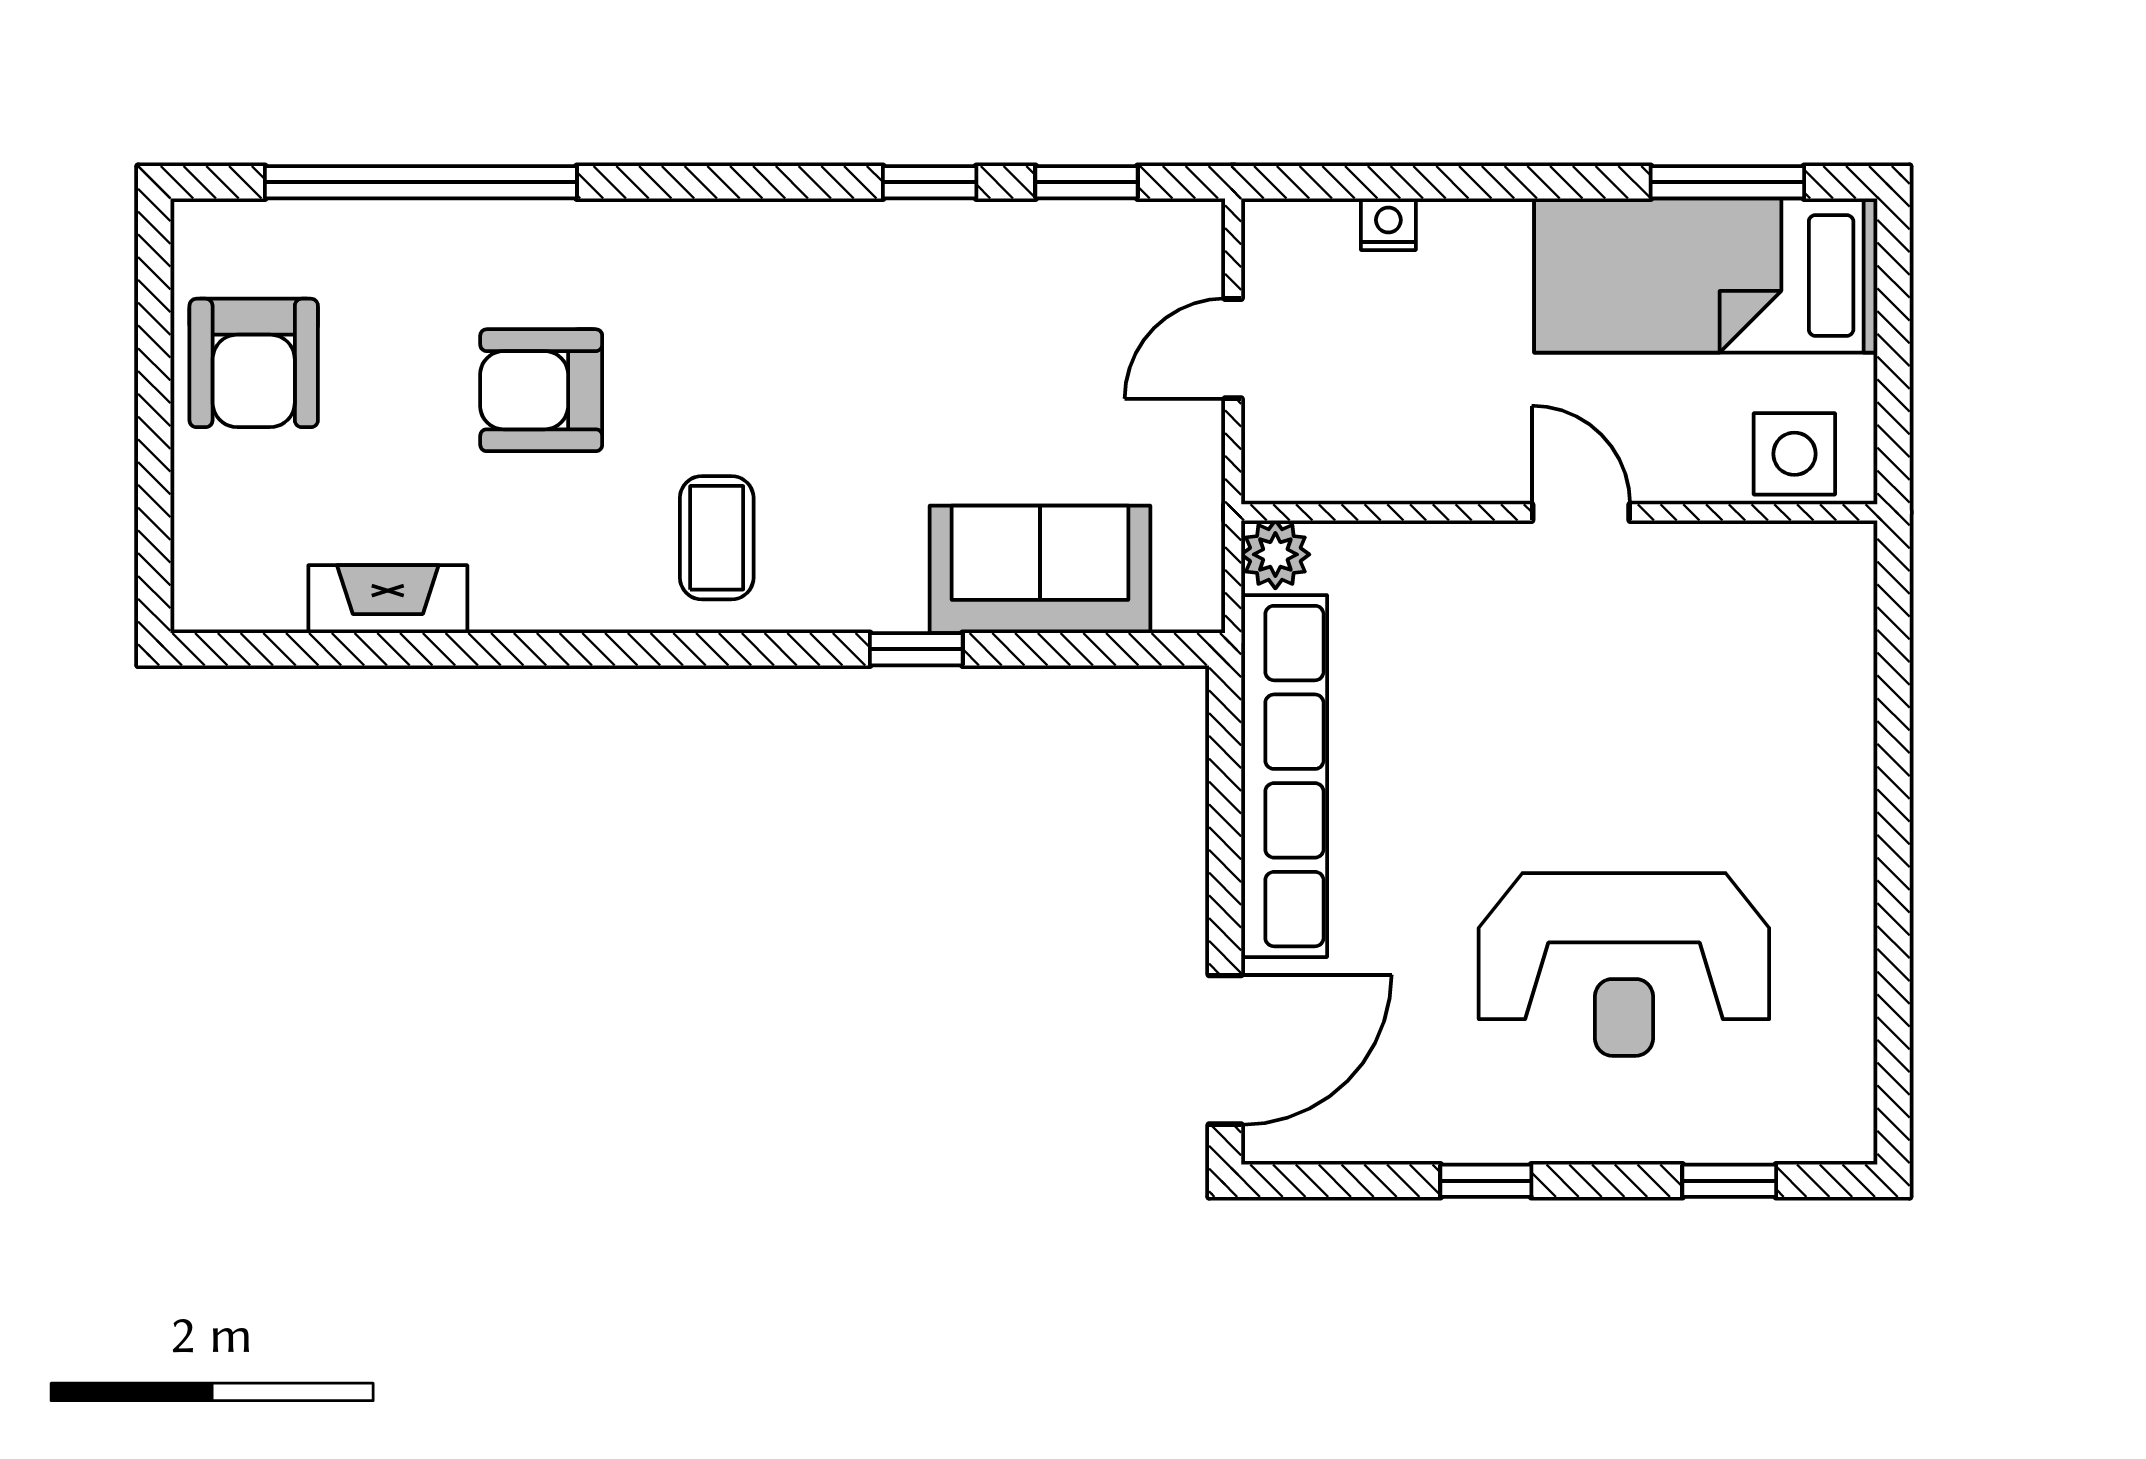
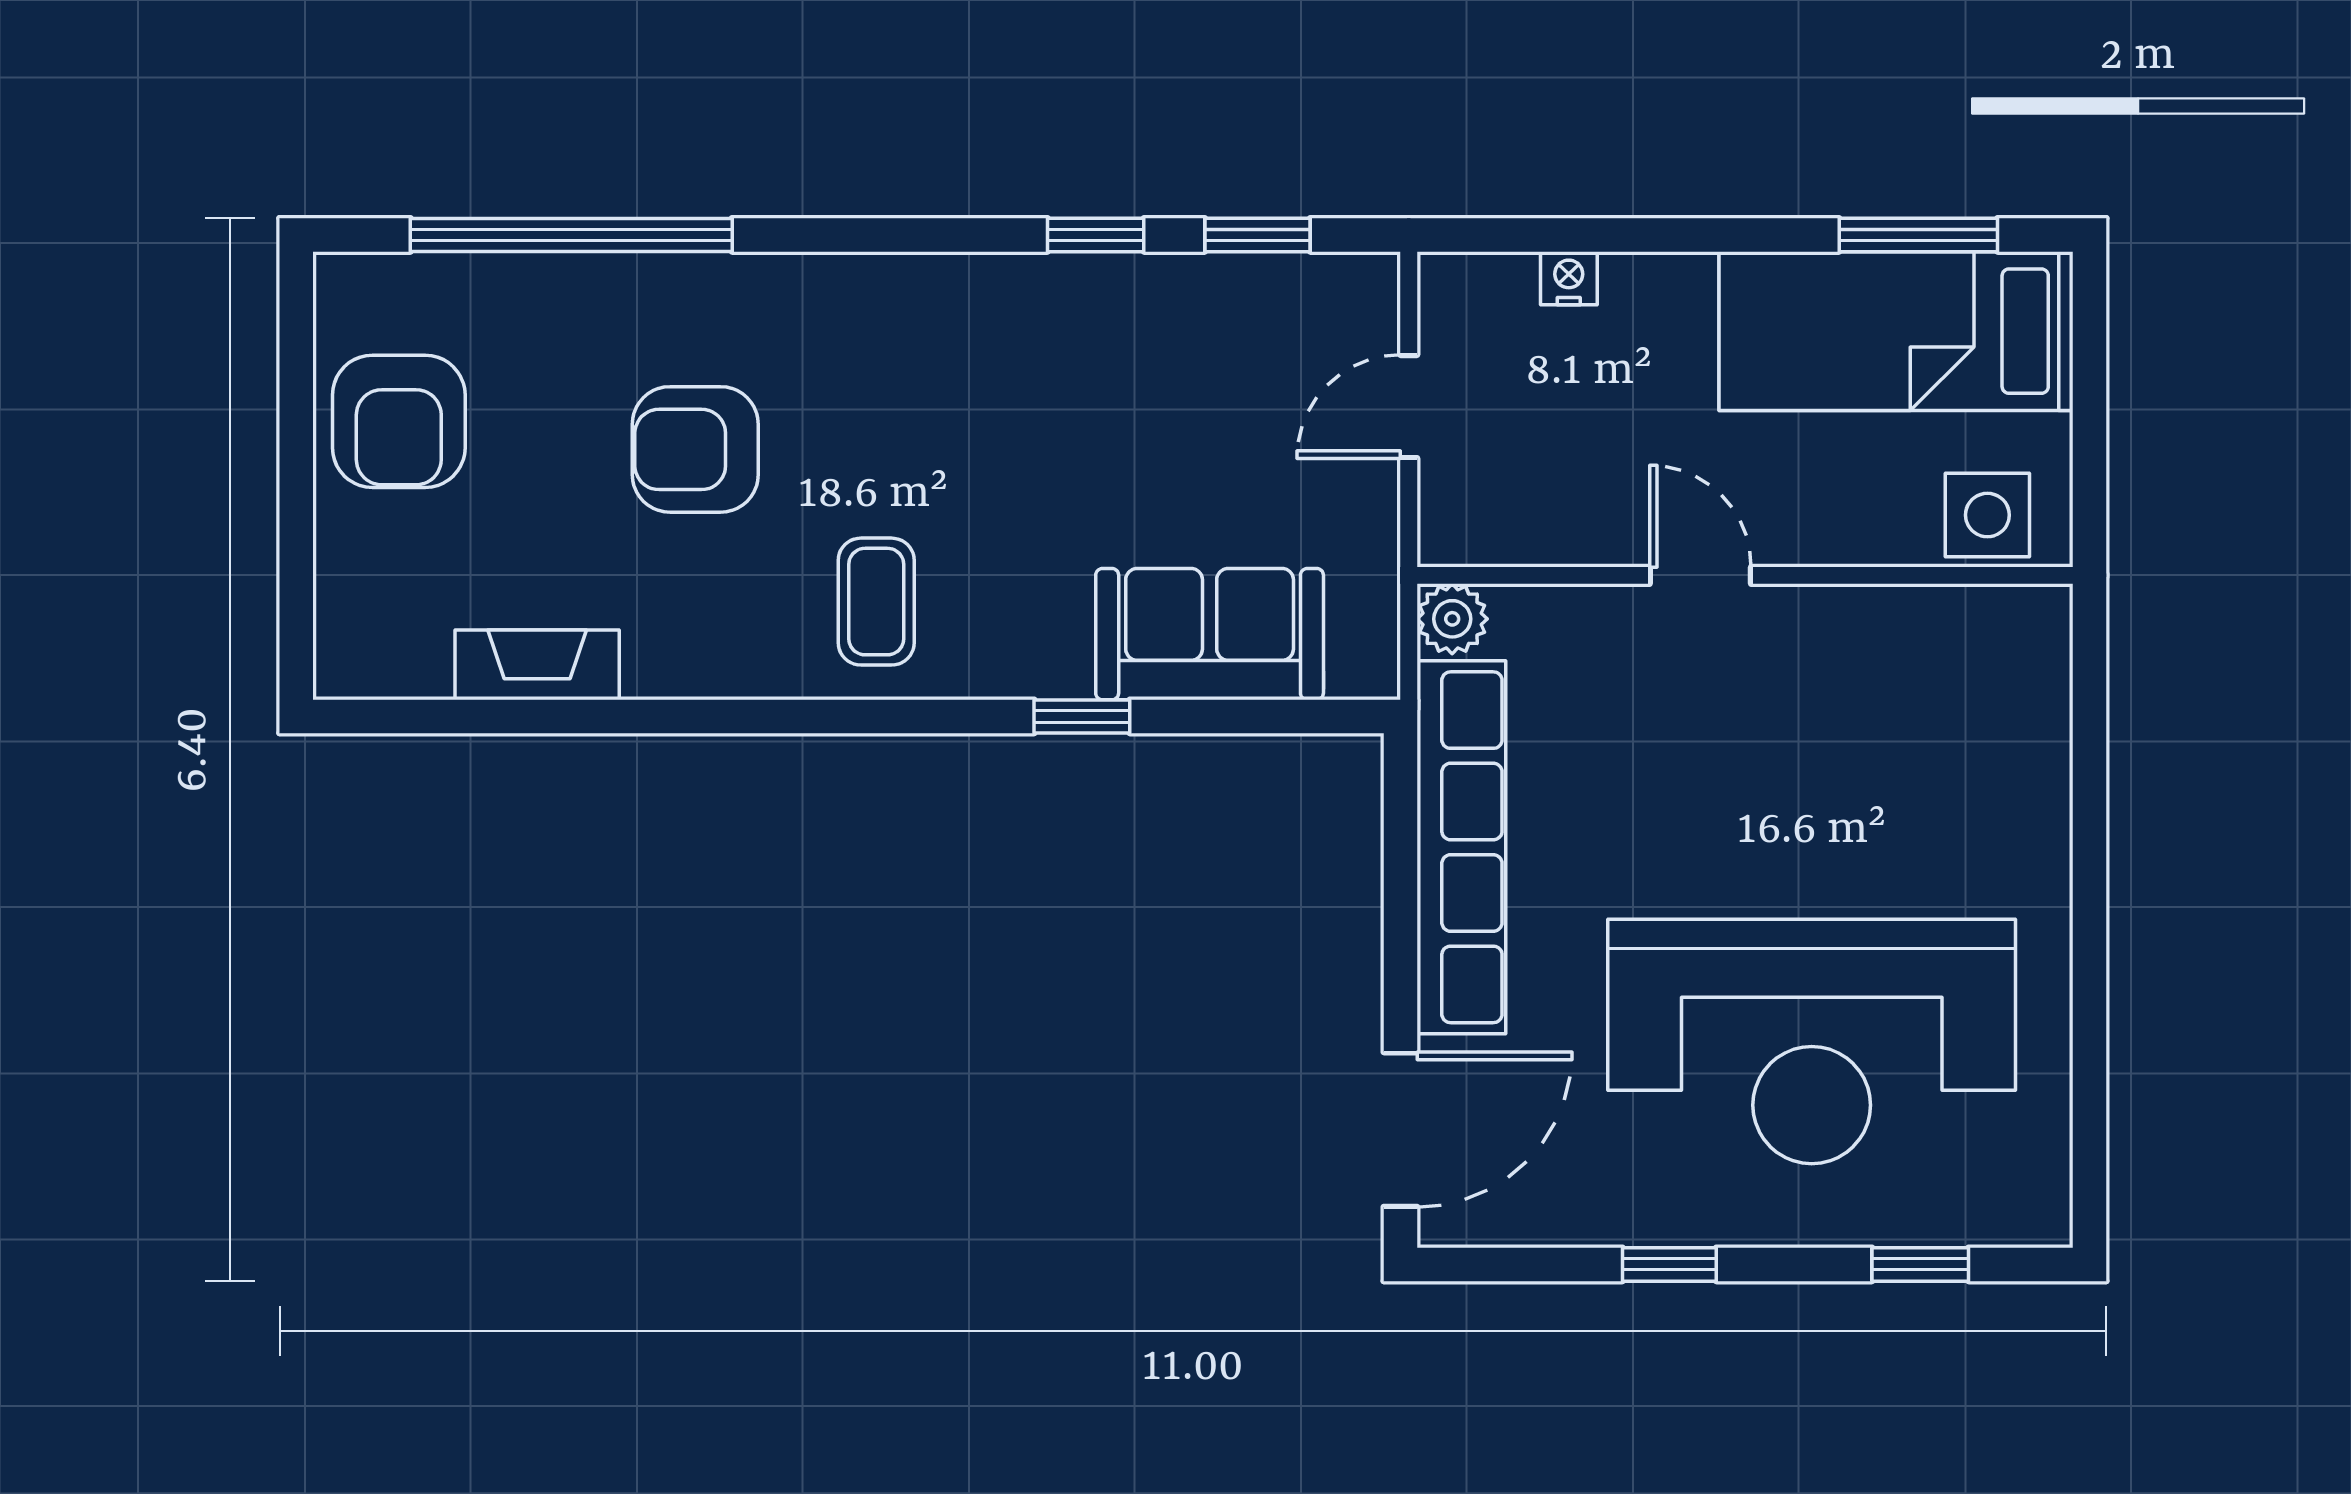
door: (1581, 512) -> (1700, 575), moved
reception desk: (1624, 964) -> (1812, 1041), width x1.36, depth x1.30

